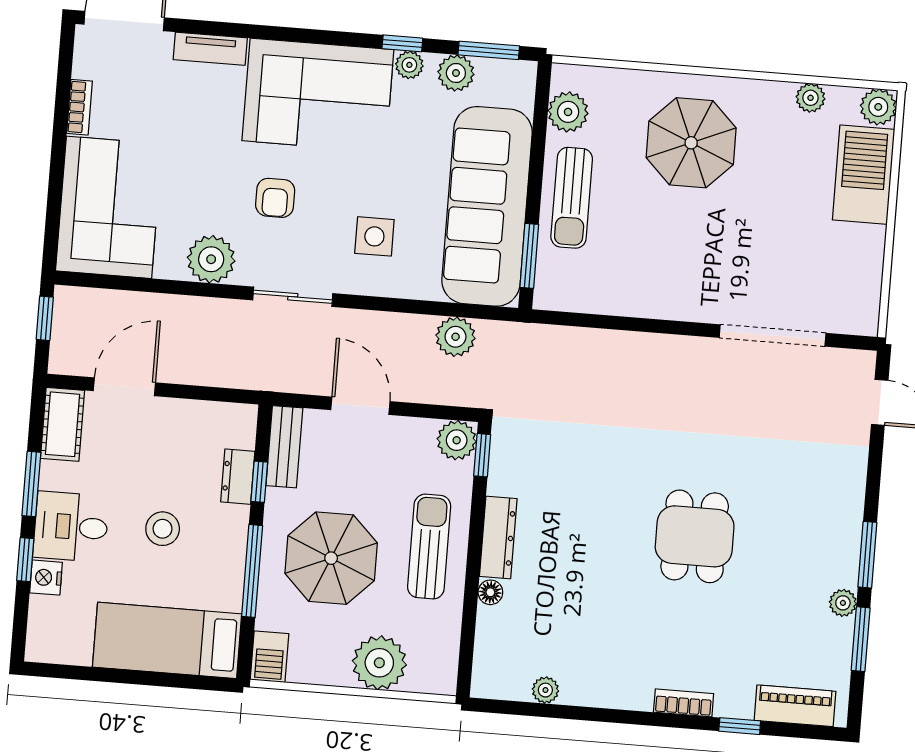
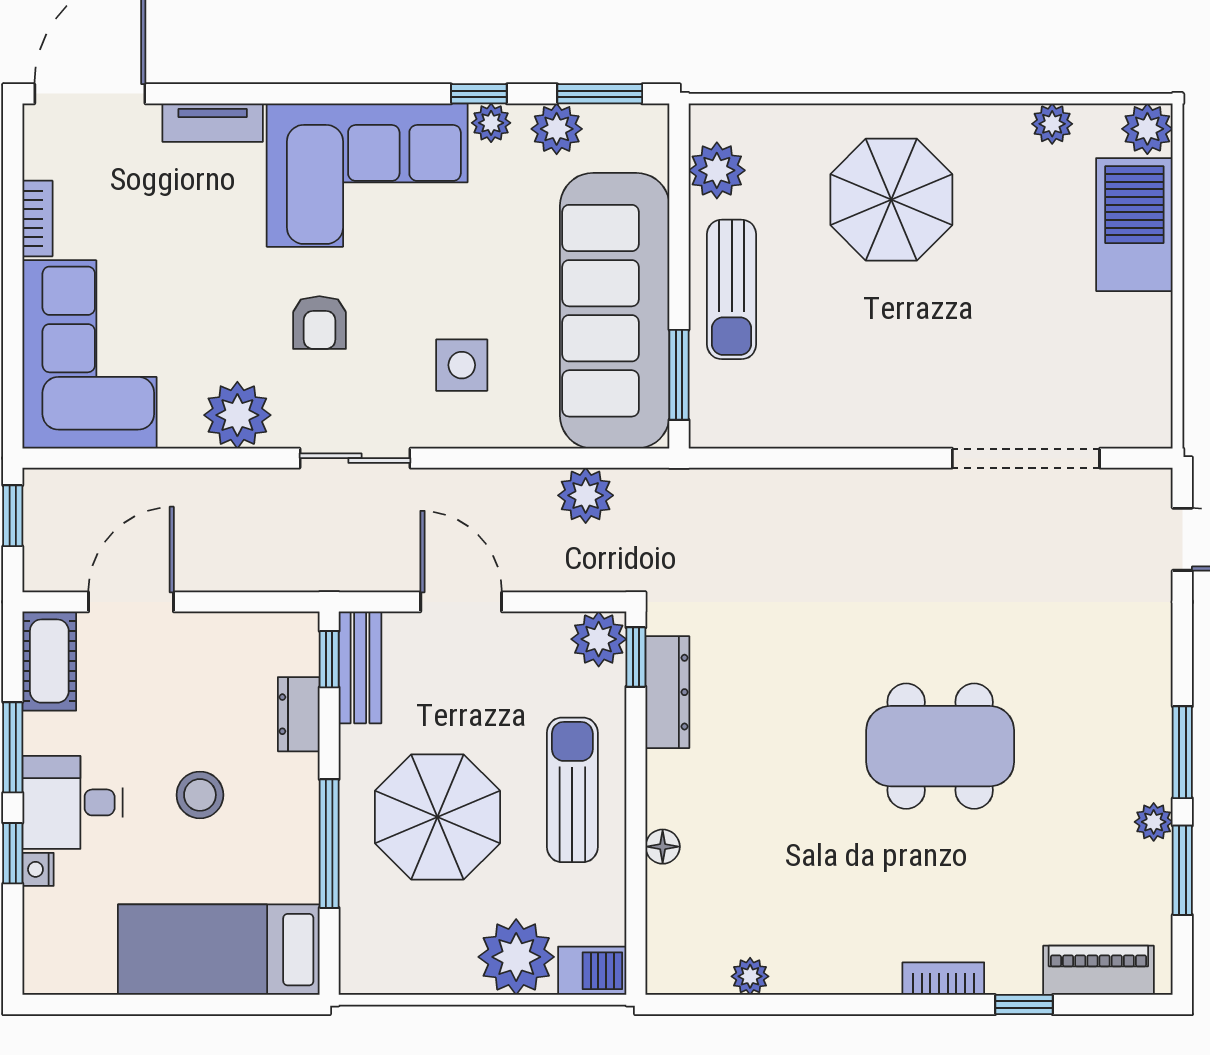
window: (259, 482) -> (329, 659), moved
dining table: (695, 536) -> (940, 746), width x1.38
dresser: (498, 537) -> (667, 692), moved
nightstand: (46, 578) -> (38, 869), width x0.72, depth x0.74
barbecue: (270, 657) -> (592, 971), moved, turned -90

